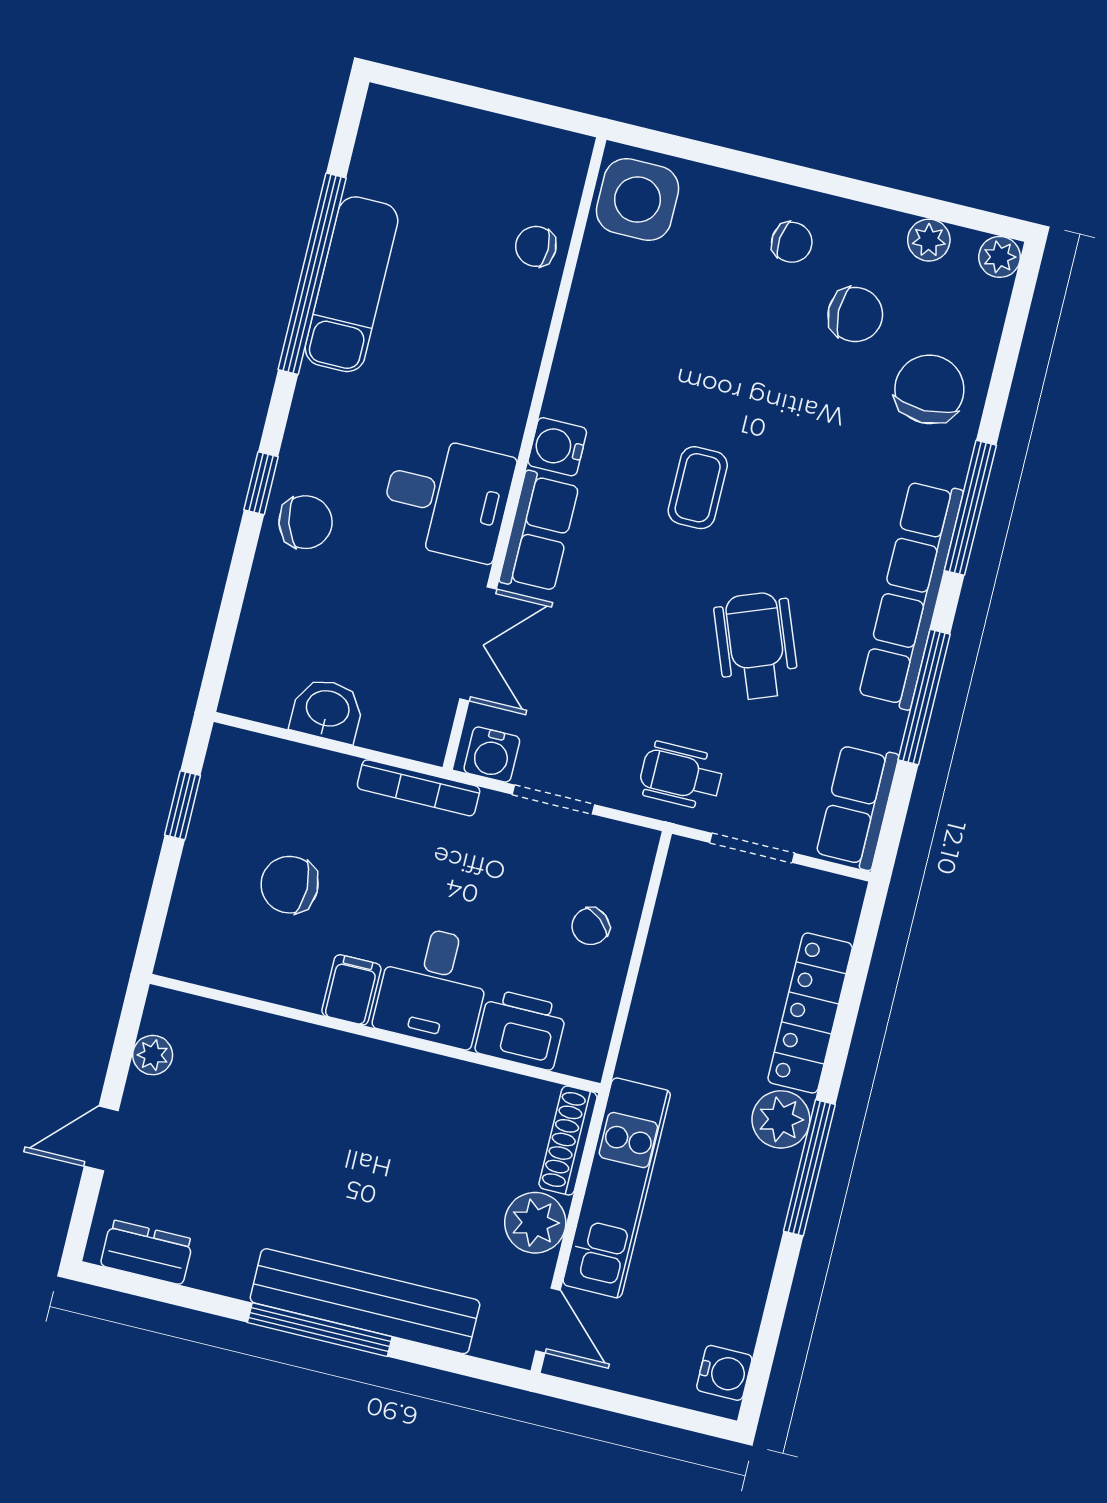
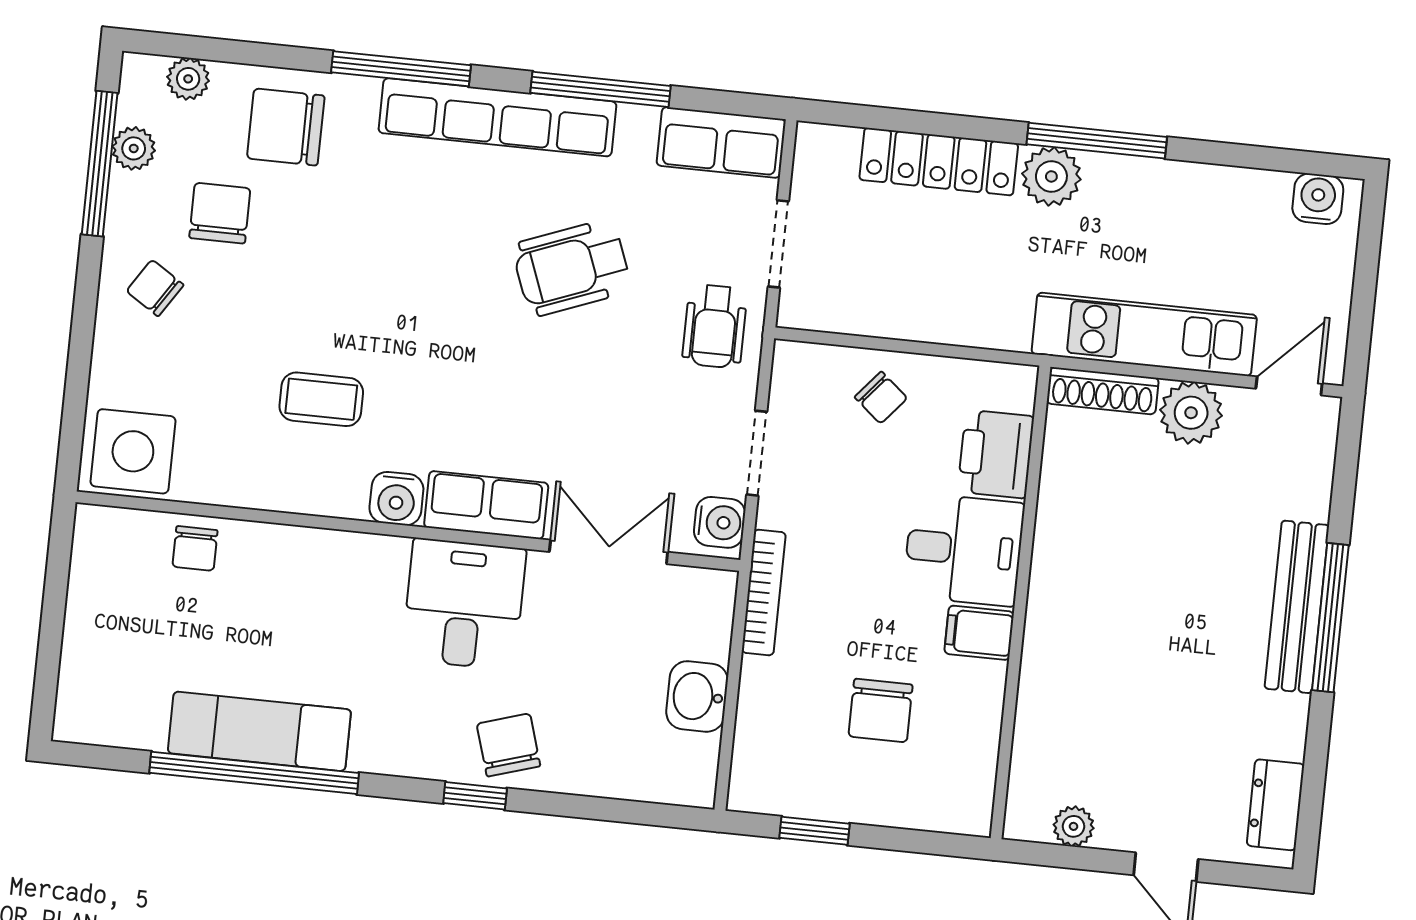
window: (919, 205) -> (100, 164), added
chair: (792, 242) -> (155, 288), turned -63
plant: (1000, 257) -> (188, 79), moved
coffee table: (698, 488) -> (321, 399), moved
bench: (365, 1301) -> (1297, 607), width x0.73, depth x0.82

